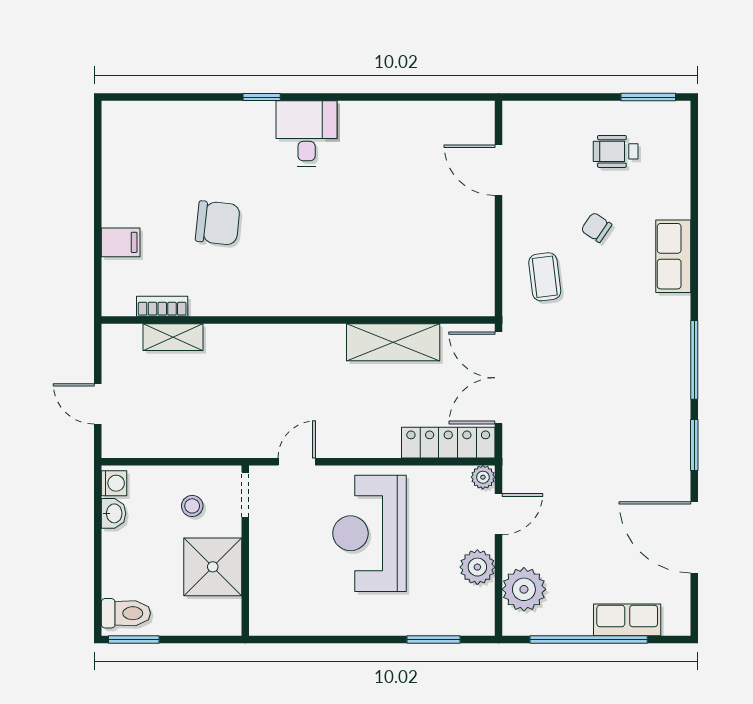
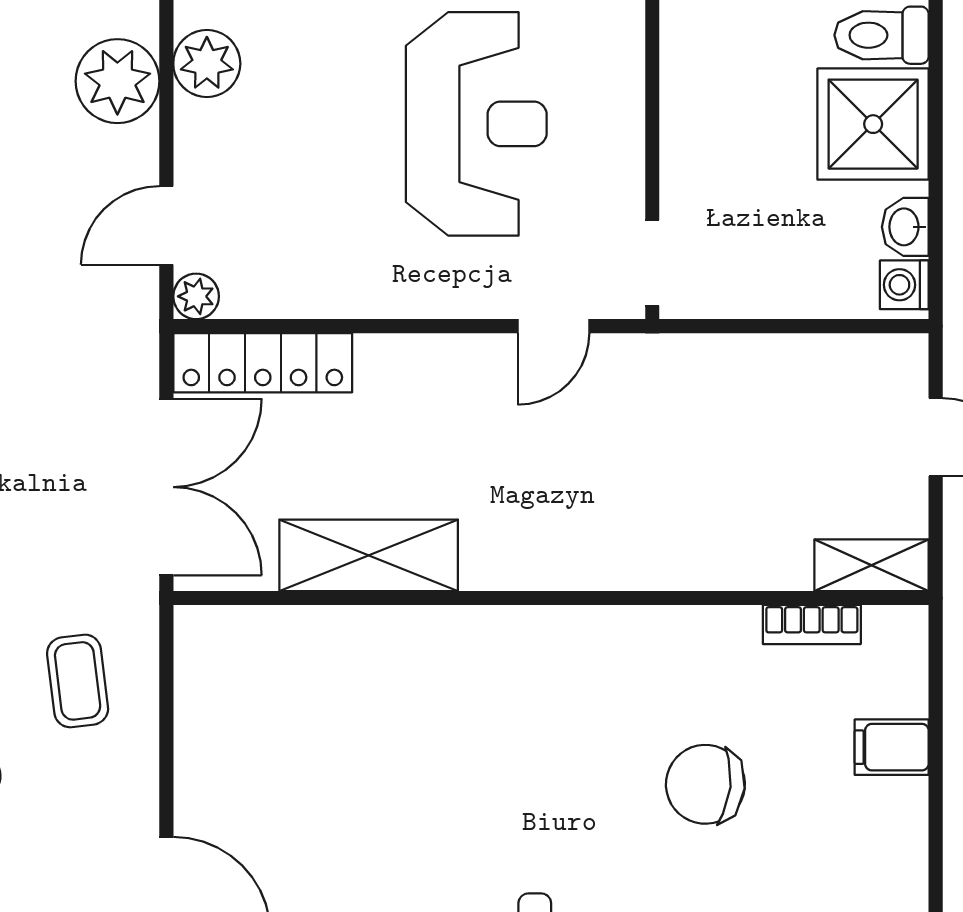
shelving: (173, 337) -> (872, 565), moved
stool: (192, 506) -> (754, 241), removed
reception desk: (369, 533) -> (476, 124), moved
shower: (213, 567) -> (873, 124), moved
plant: (477, 567) -> (207, 64), moved

